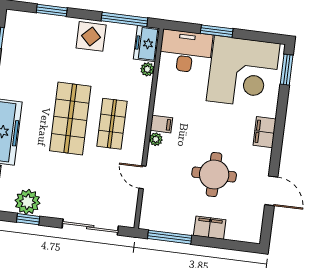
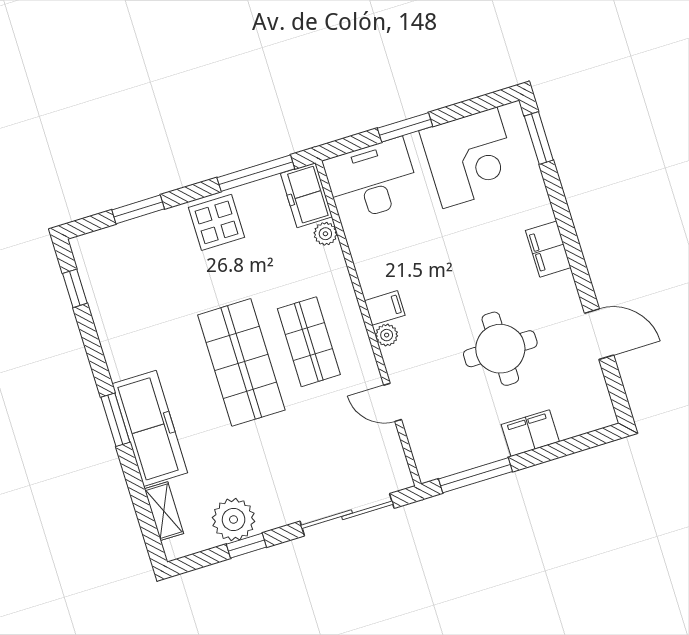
corner desk: (243, 72) -> (470, 158), width x0.74, depth x0.74

